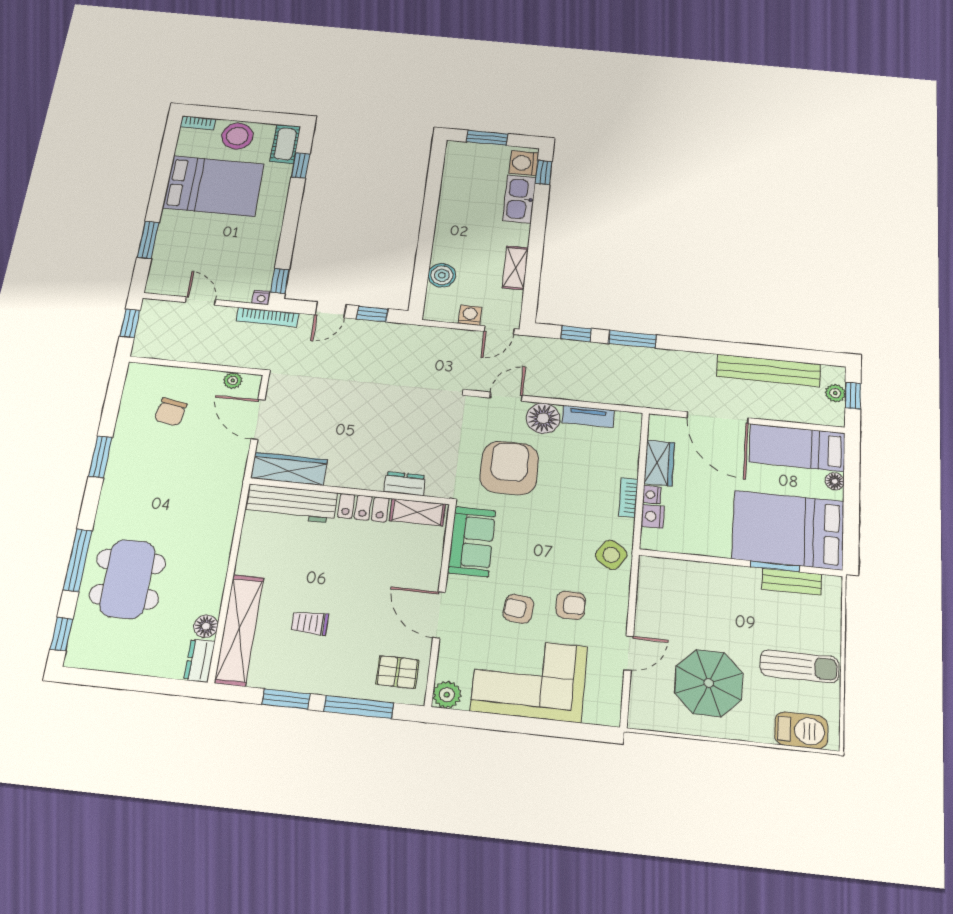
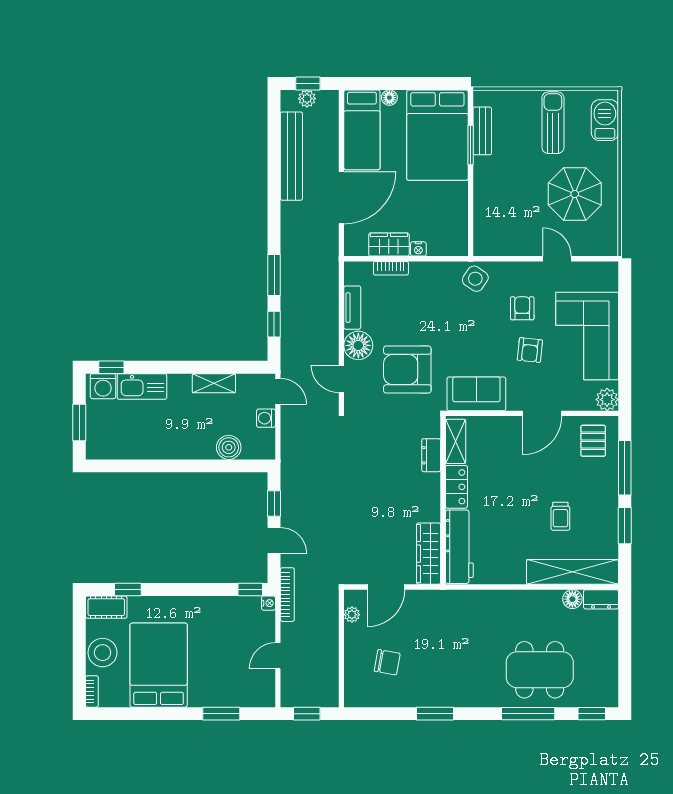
bookcase: (628, 498) -> (391, 268), moved
nightstand: (653, 516) -> (438, 247), removed

